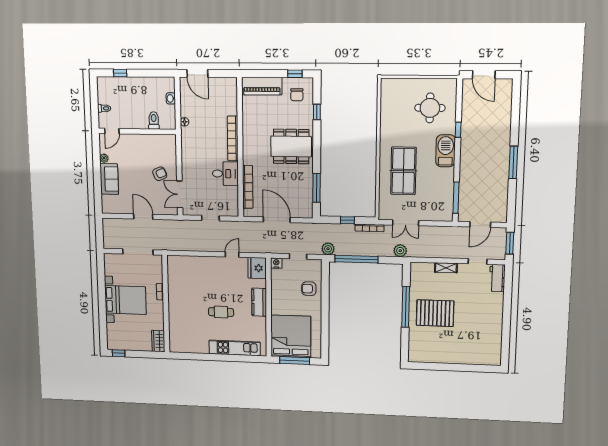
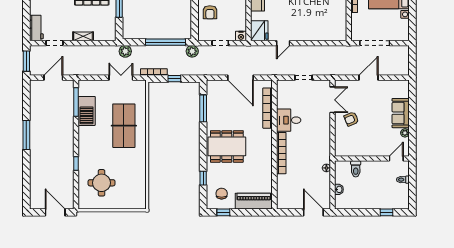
barbecue: (446, 151) -> (87, 111), moved
door: (143, 217) -> (369, 78), swing flipped
armchair: (309, 289) -> (210, 12), turned 90

